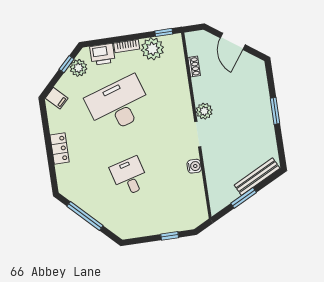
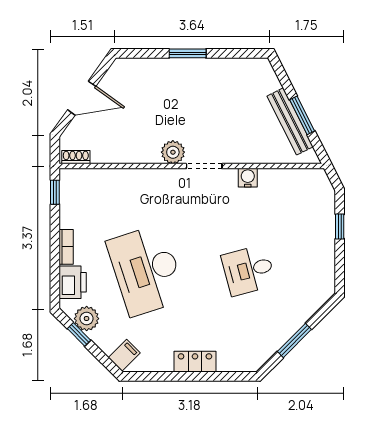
plant: (152, 49) -> (75, 211), removed
shoe rack: (194, 67) -> (76, 157), moved
bench: (257, 177) -> (290, 121), moved
window: (85, 216) -> (294, 340), width x0.69

